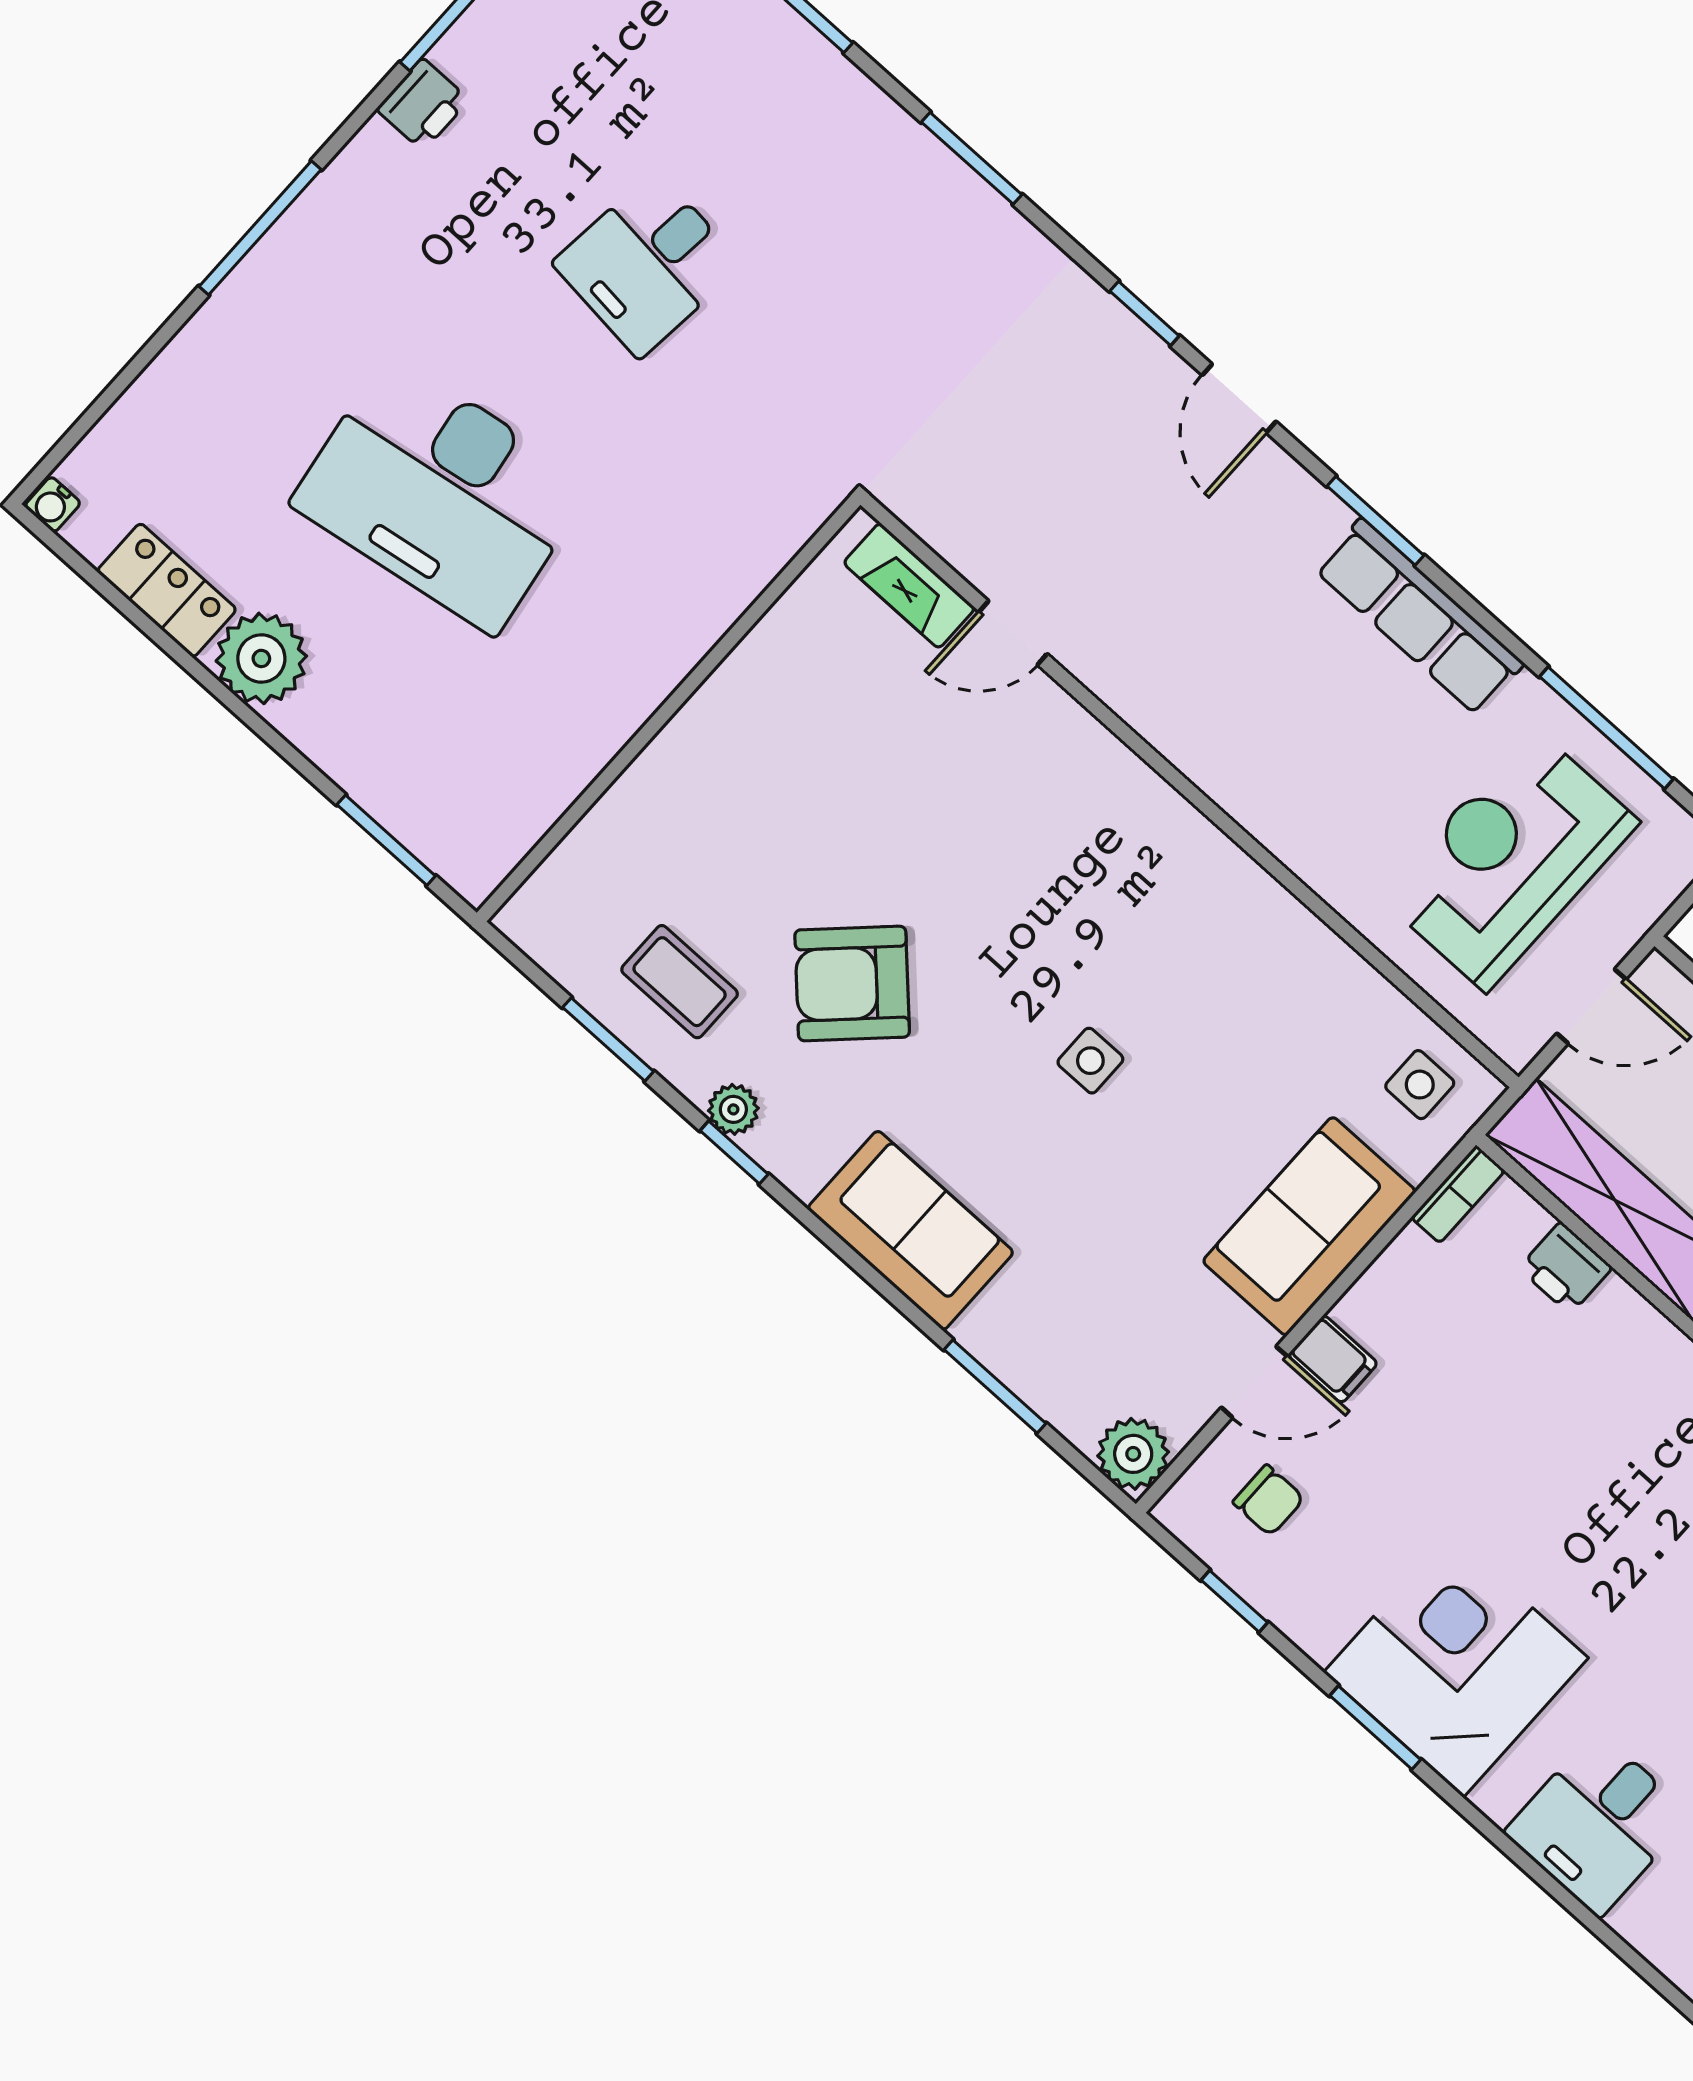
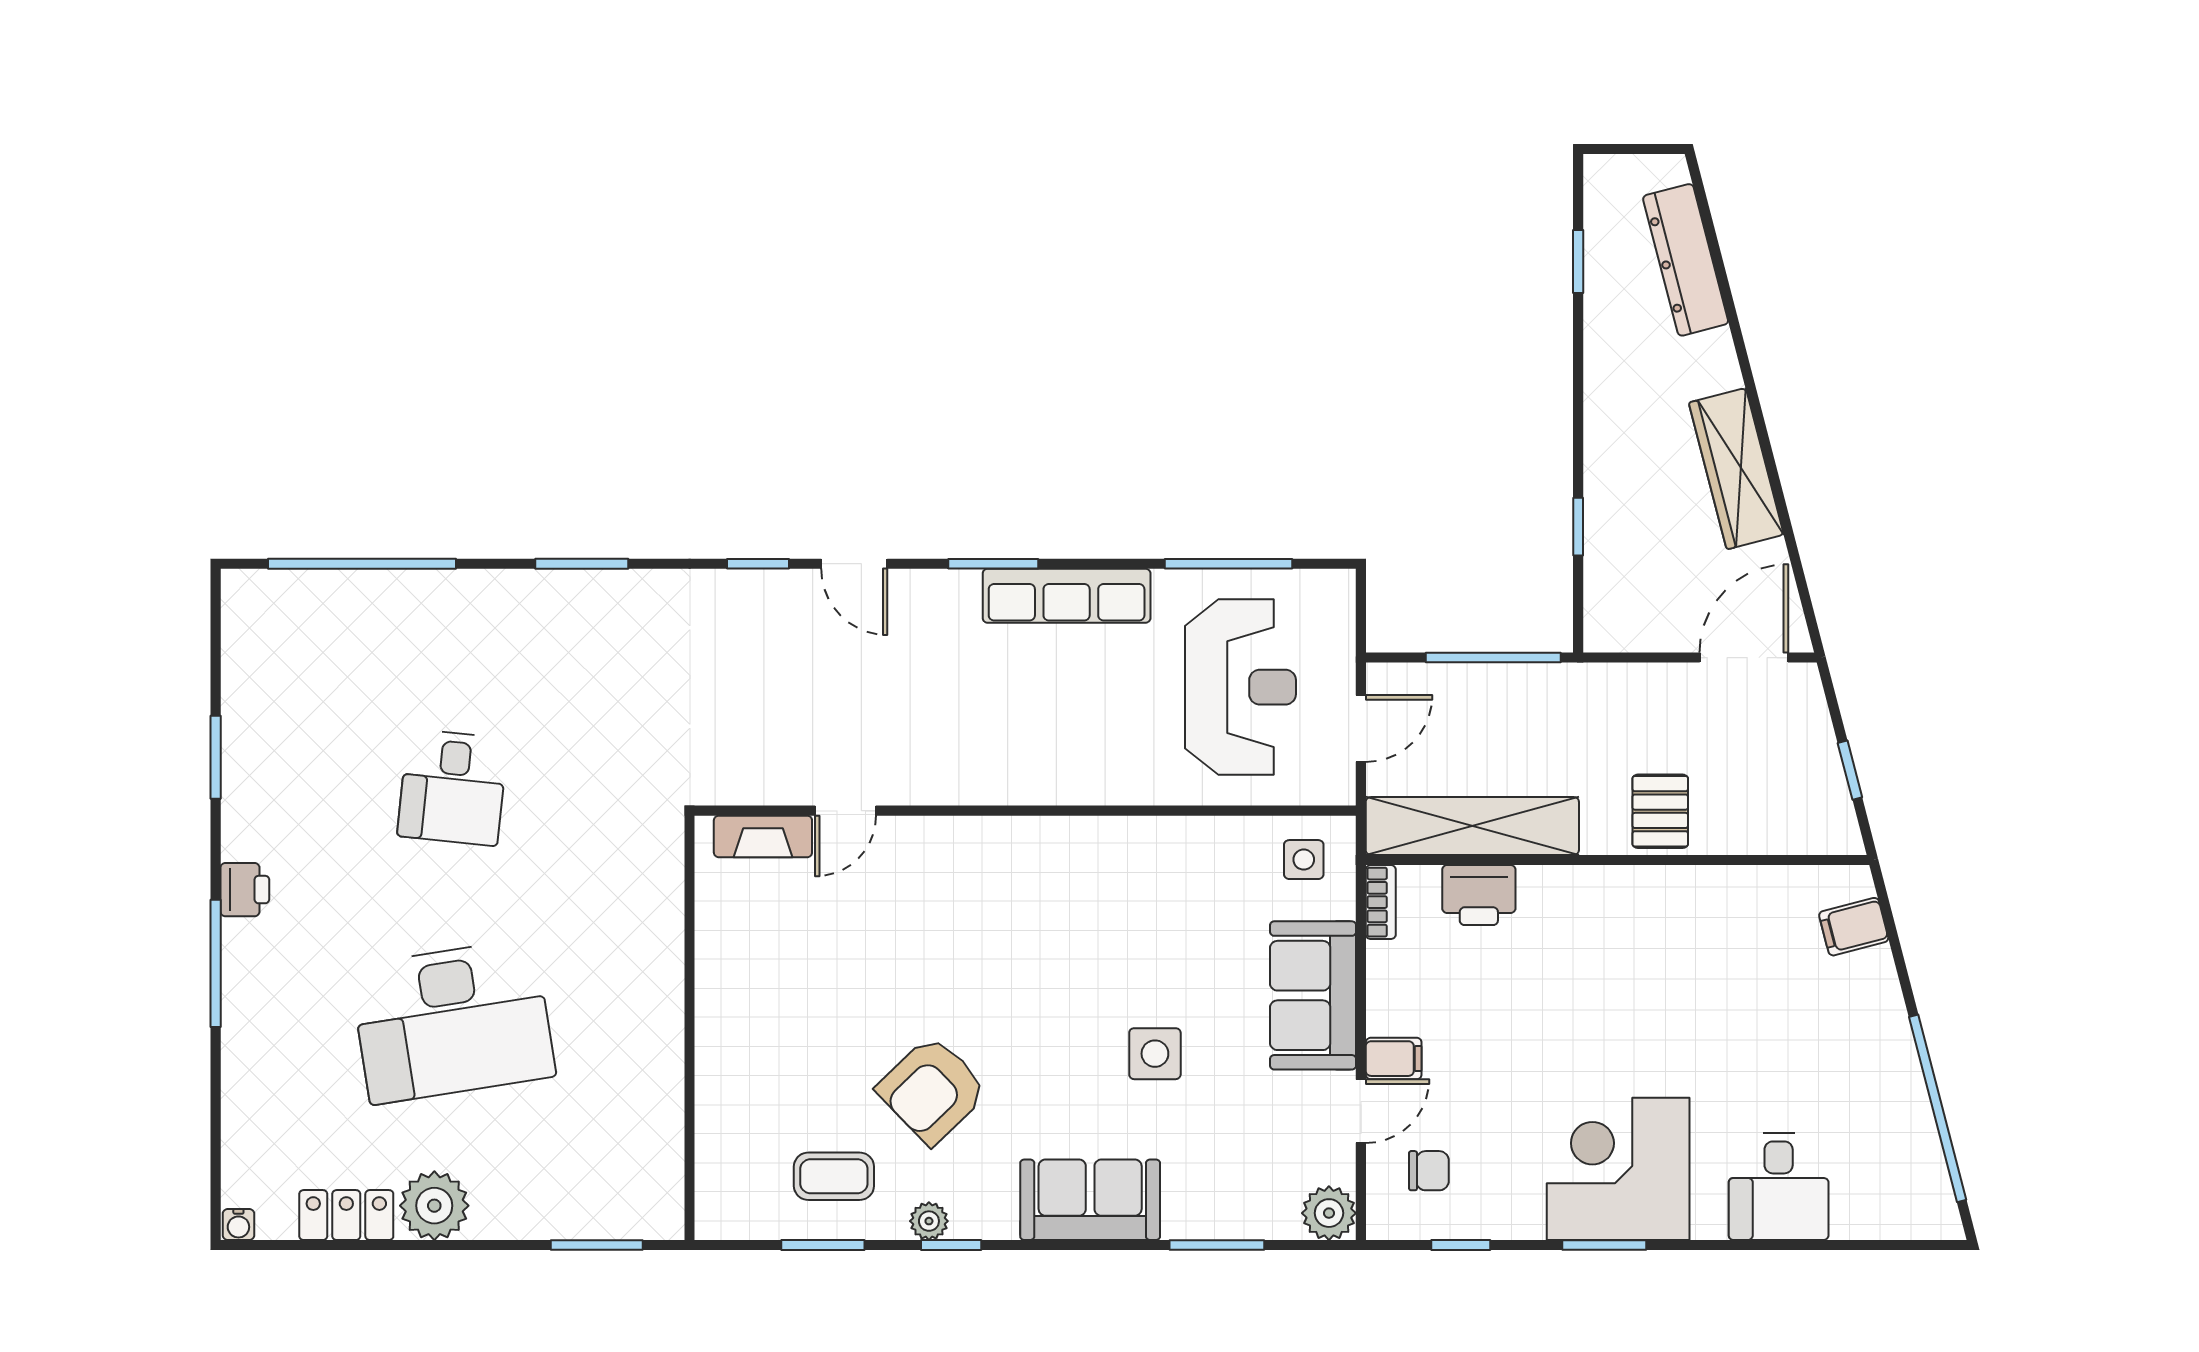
printer: (423, 104) -> (245, 890), moved
reception desk: (1510, 860) -> (1241, 687), turned 180
side table: (1090, 1061) -> (1155, 1054), moved, width x1.37, depth x1.37
printer: (1566, 1268) -> (1479, 895), width x1.36, depth x1.24

